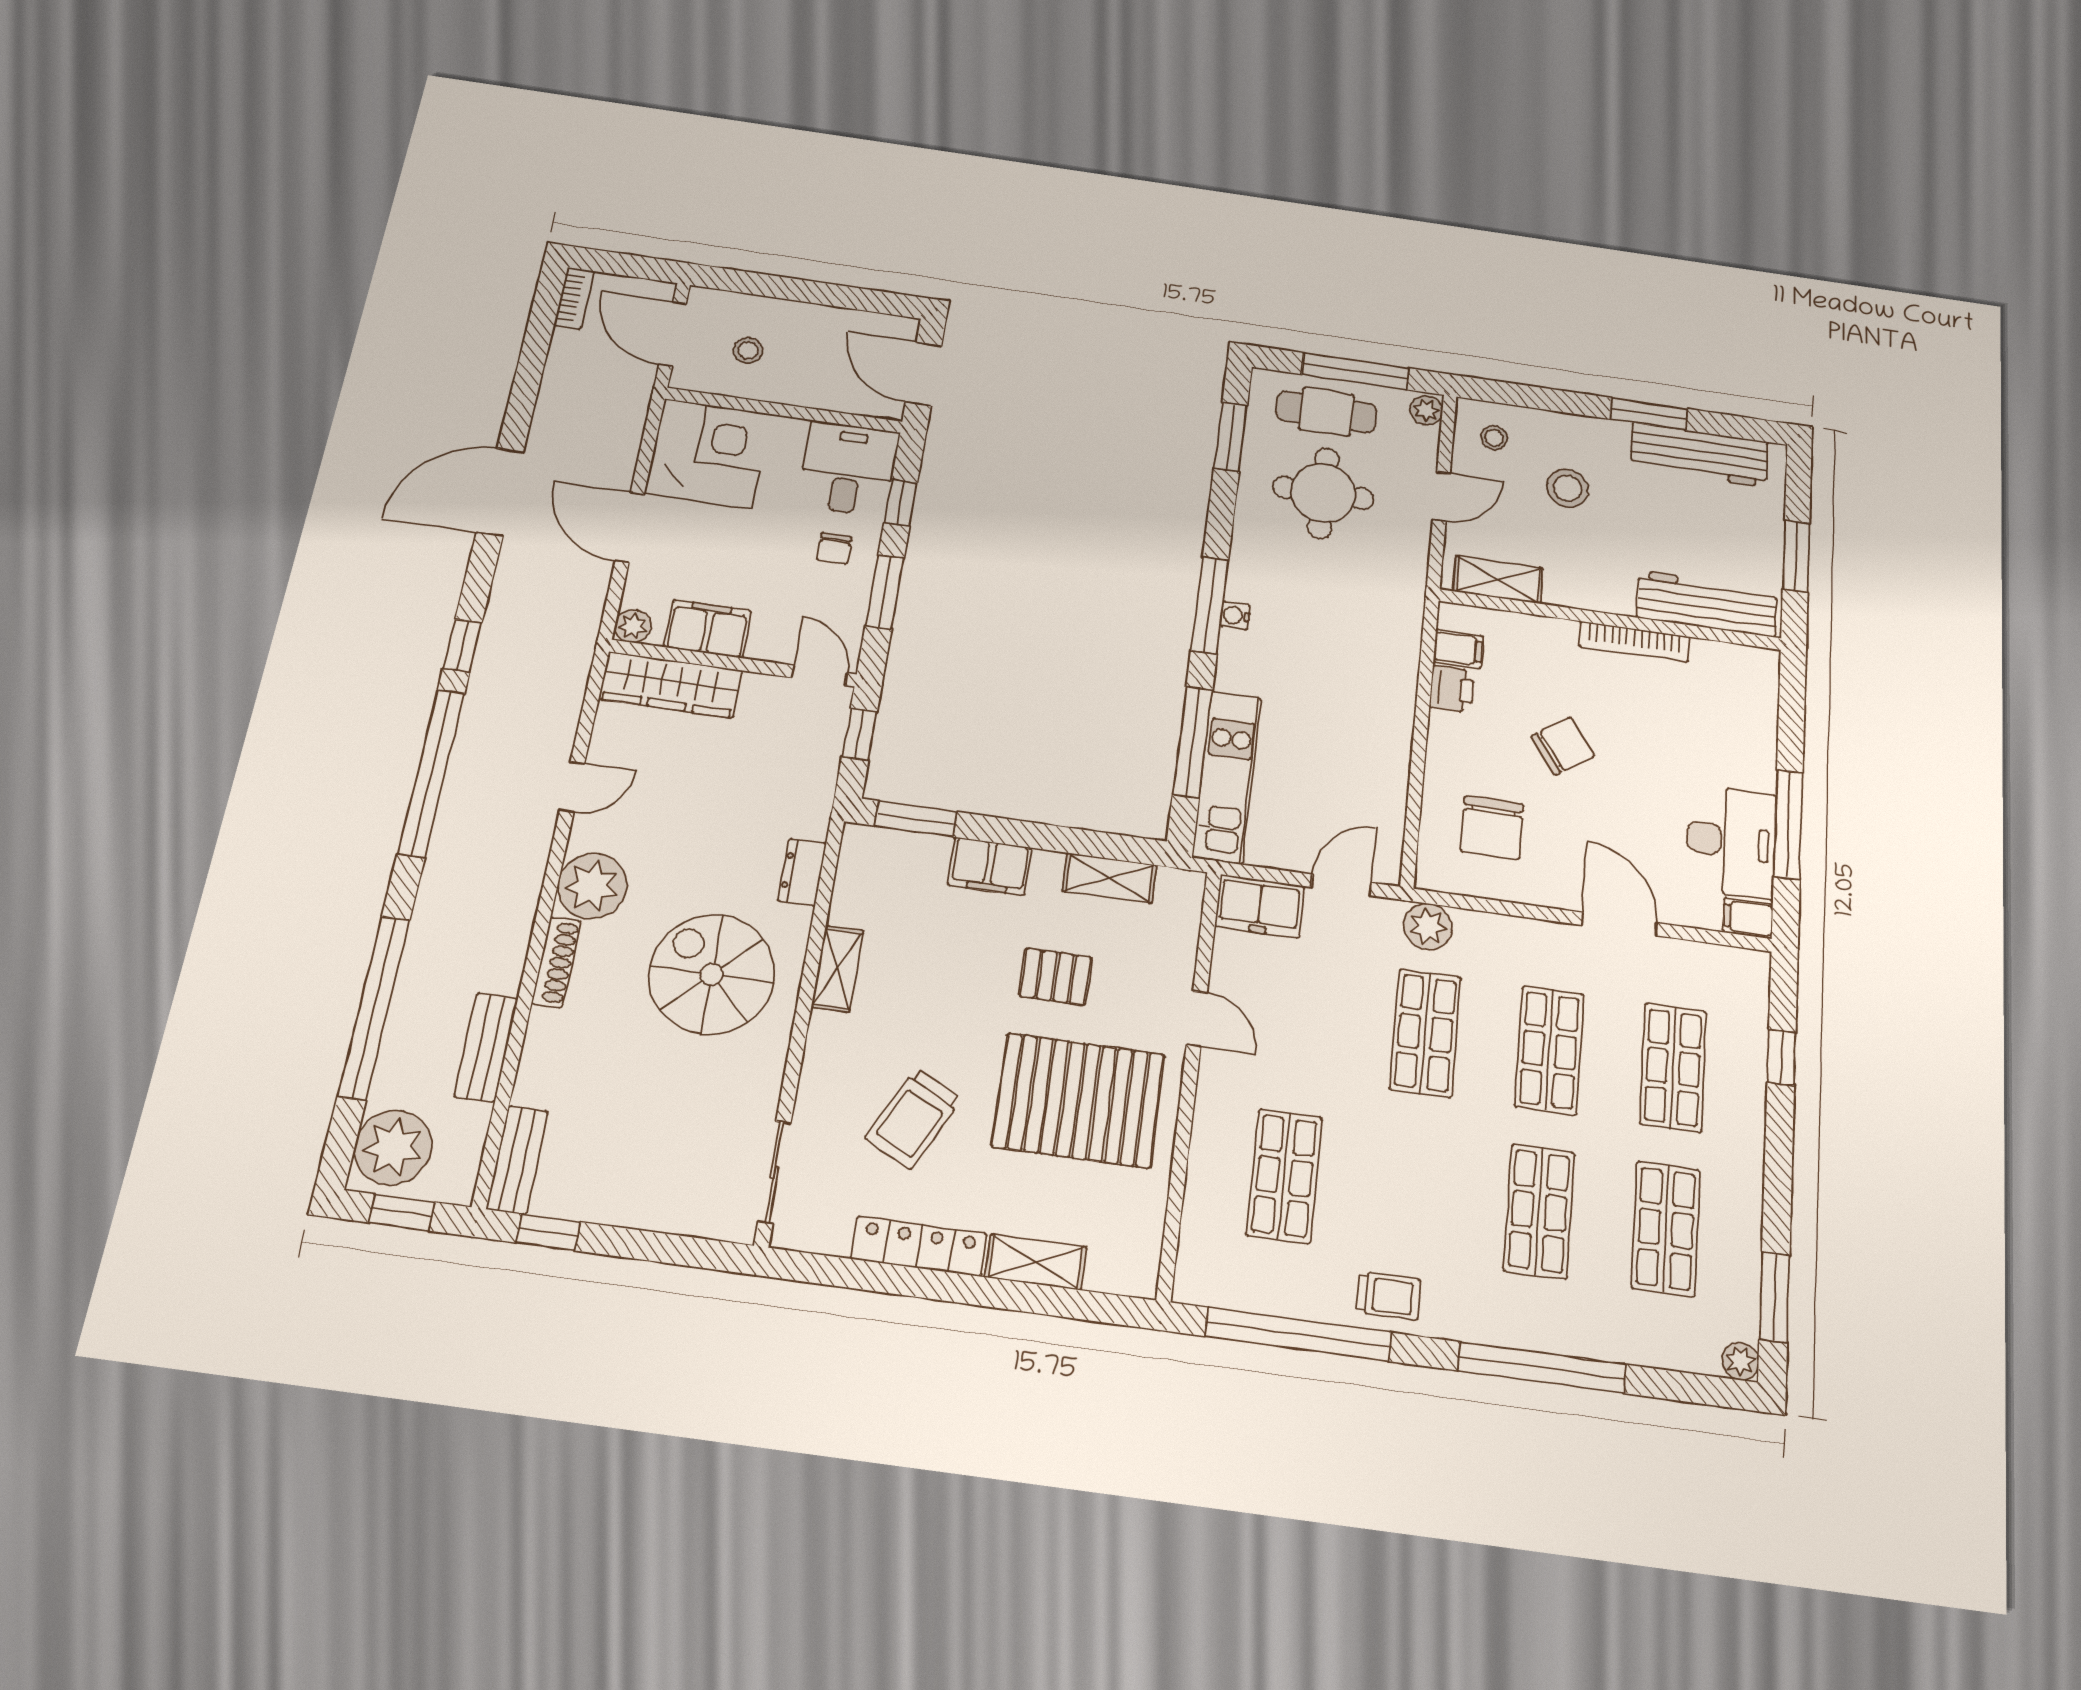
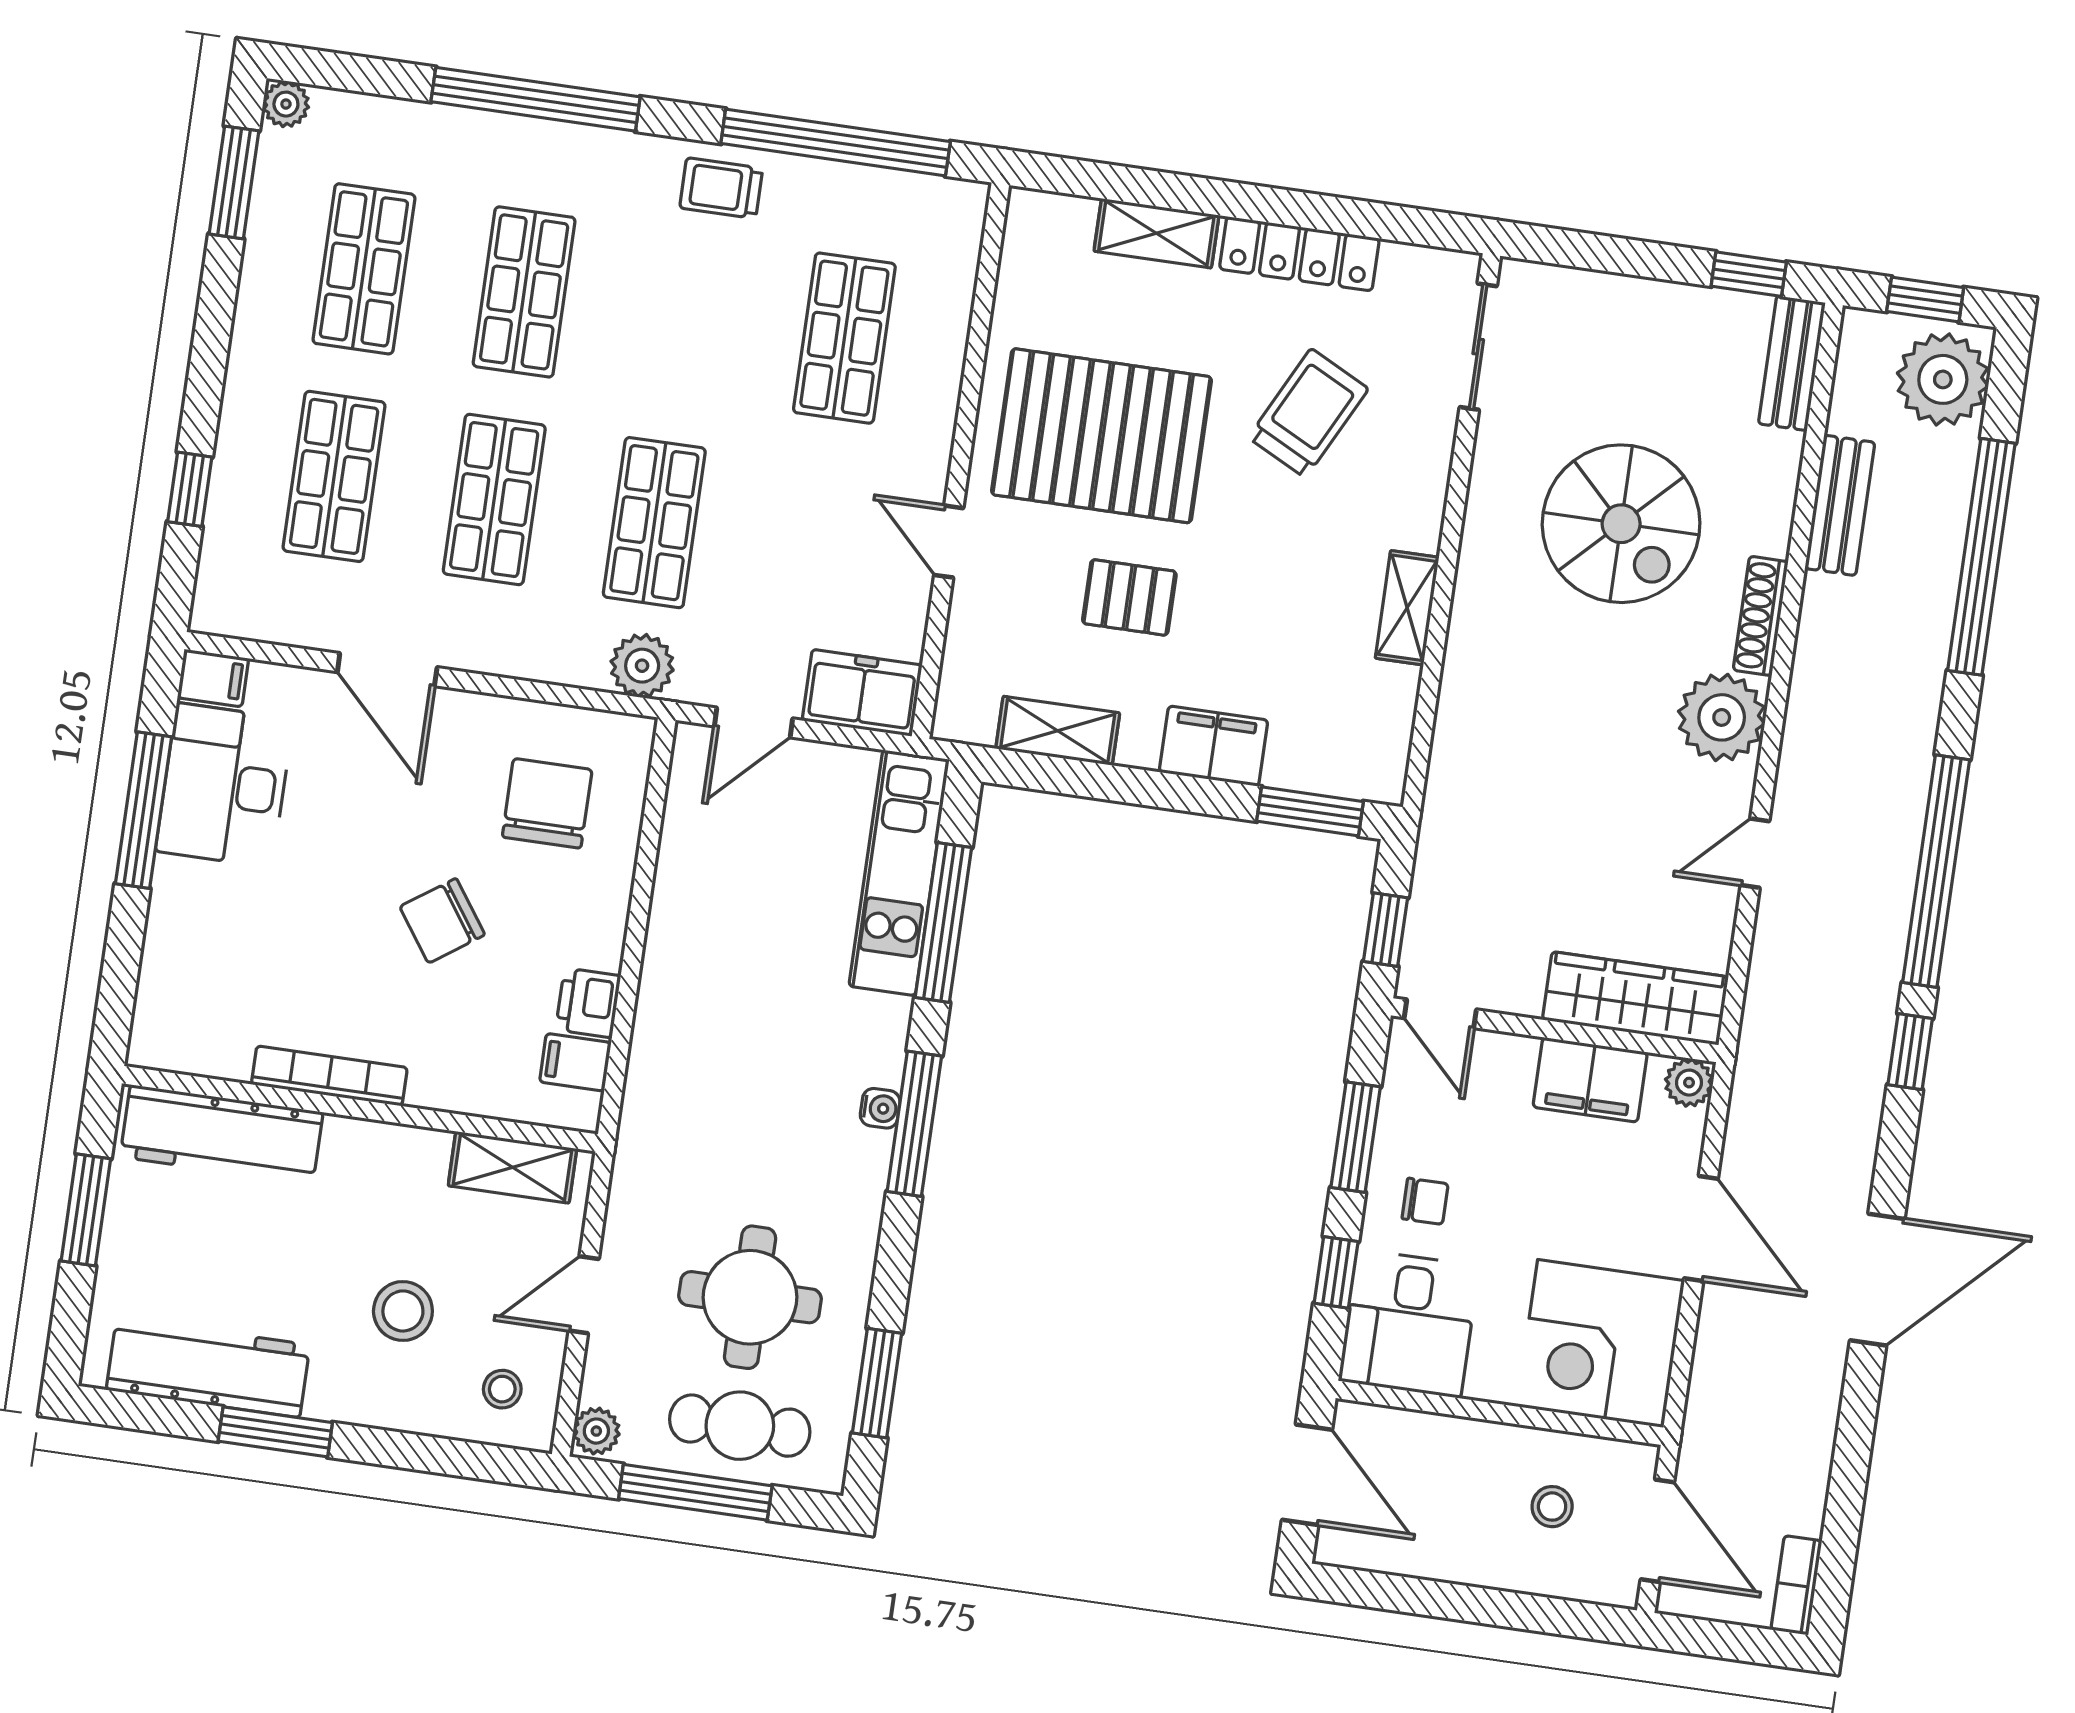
chair: (834, 549) -> (1425, 1201), turned 90
dresser: (802, 872) -> (1455, 737), removed
spiral stairs: (712, 974) -> (1621, 524), moved

